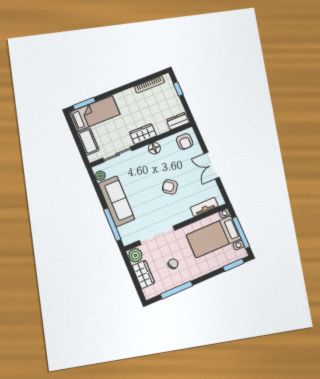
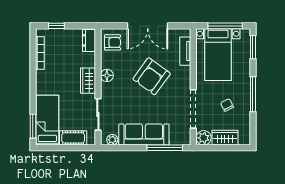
double door: (212, 165) -> (148, 26), width x1.37
armchair: (170, 187) -> (152, 76), width x1.88, depth x1.88
window: (177, 290) -> (253, 94), moved

